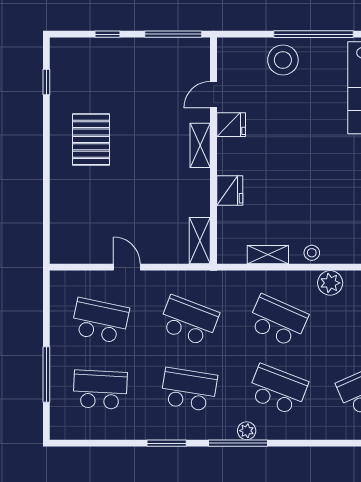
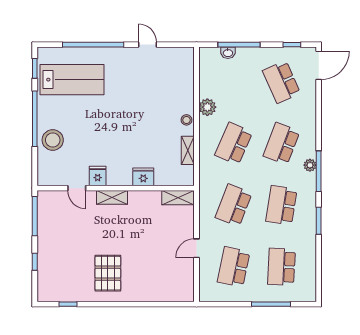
pallet: (91, 139) -> (108, 273), turned 90

